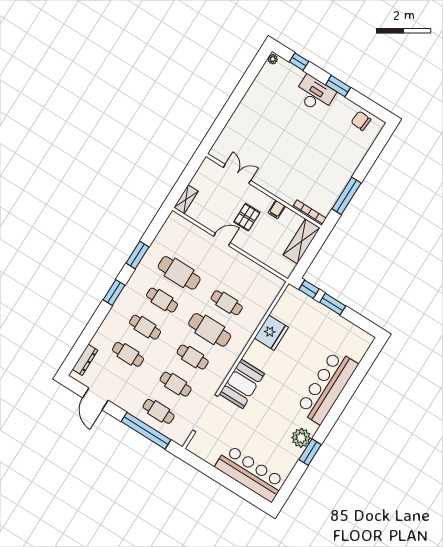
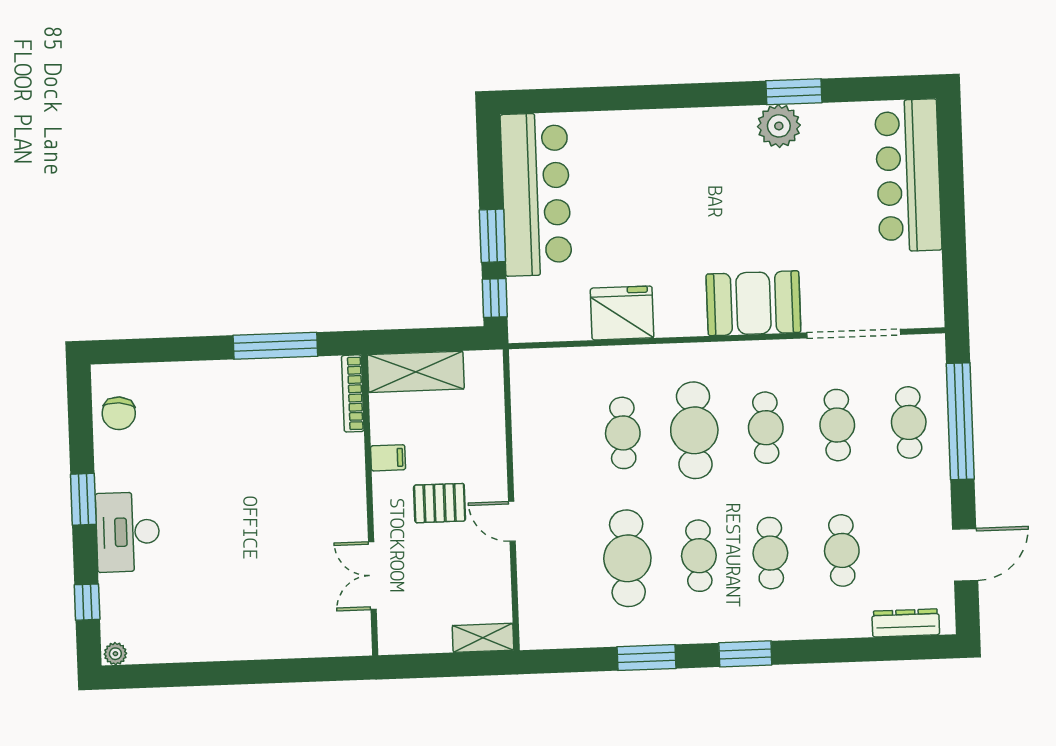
bar counter: (327, 387) -> (536, 194), moved, turned -90

